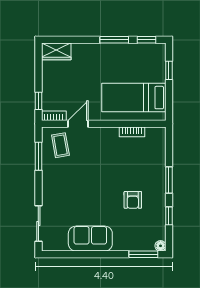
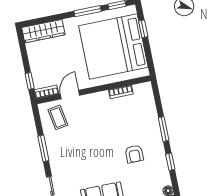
wardrobe: (56, 51) -> (43, 31), width x1.50
bed: (134, 98) -> (113, 47), width x2.04
window: (38, 156) -> (43, 148), moved

